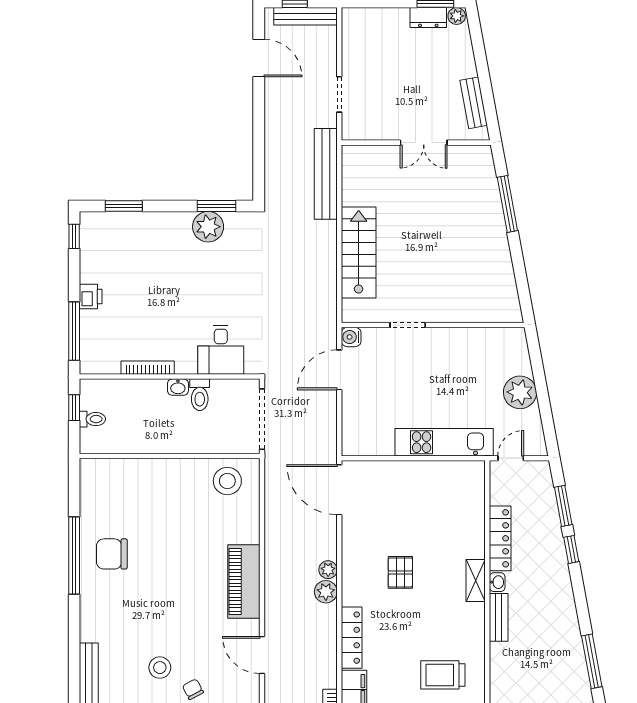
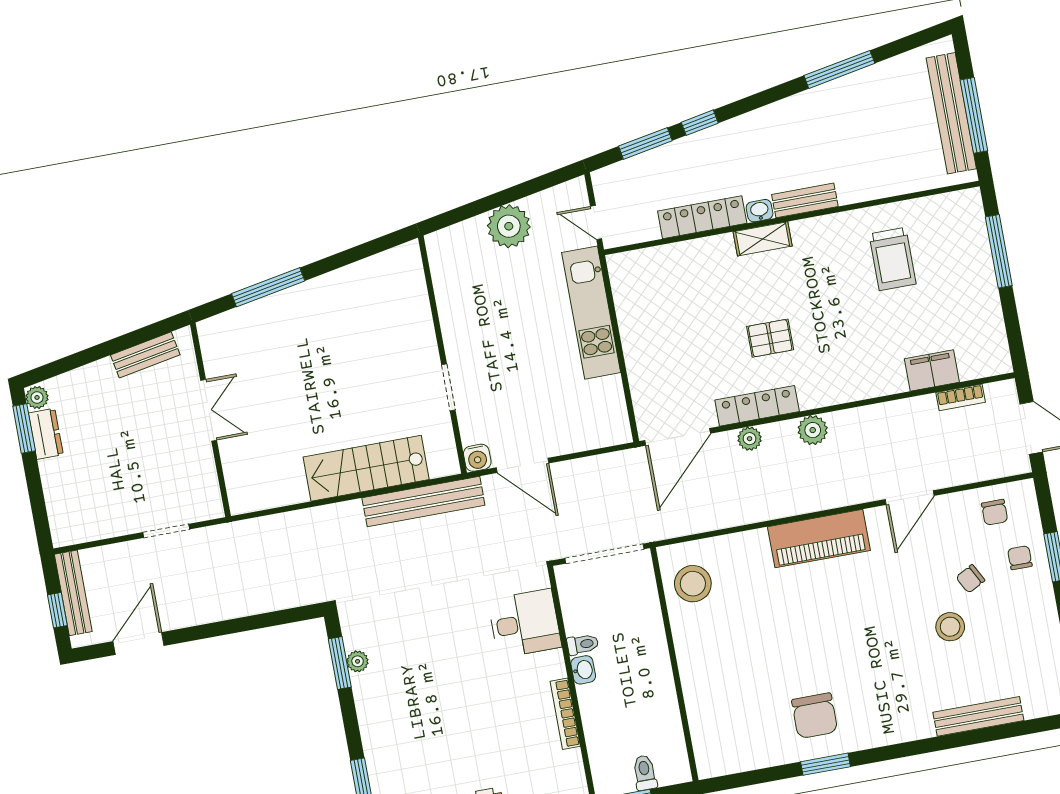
bench: (326, 174) -> (423, 502), moved
plant: (208, 227) -> (358, 661), width x0.53, depth x0.53
toilet: (200, 395) -> (583, 644), width x0.73, depth x0.72
window: (74, 555) -> (826, 764), width x0.47
plant: (328, 570) -> (750, 439), moved
locker: (352, 638) -> (757, 406), moved

